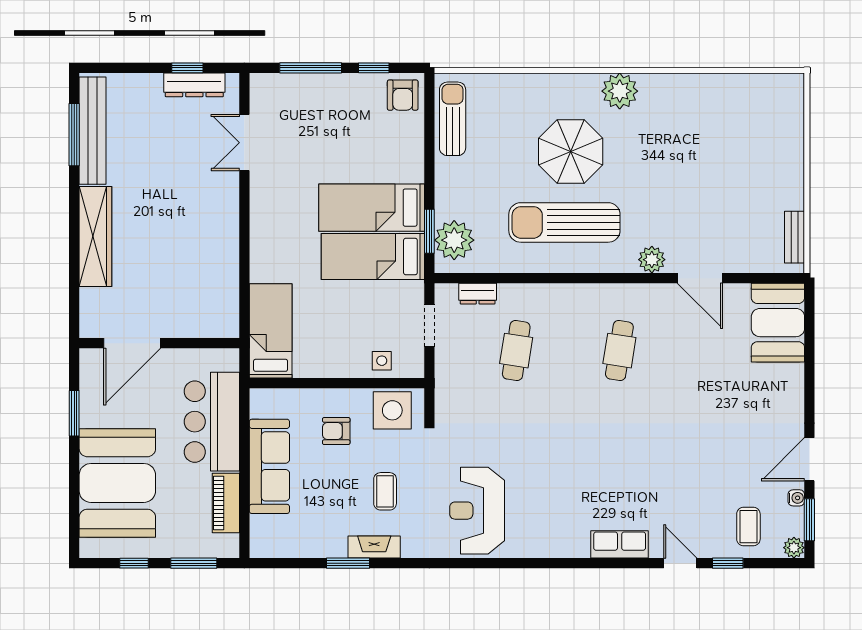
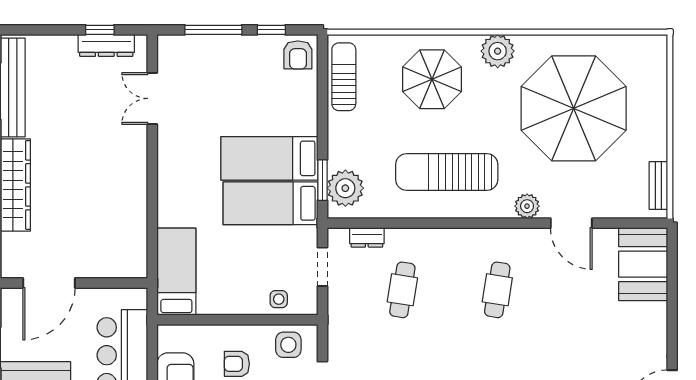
parasol: (571, 152) -> (432, 79), moved
parasol: (702, 153) -> (574, 108), added
side table: (392, 410) -> (288, 345), width x0.73, depth x0.73

